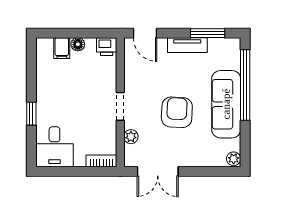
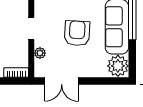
plant: (234, 159) -> (118, 66), width x1.88, depth x1.88

